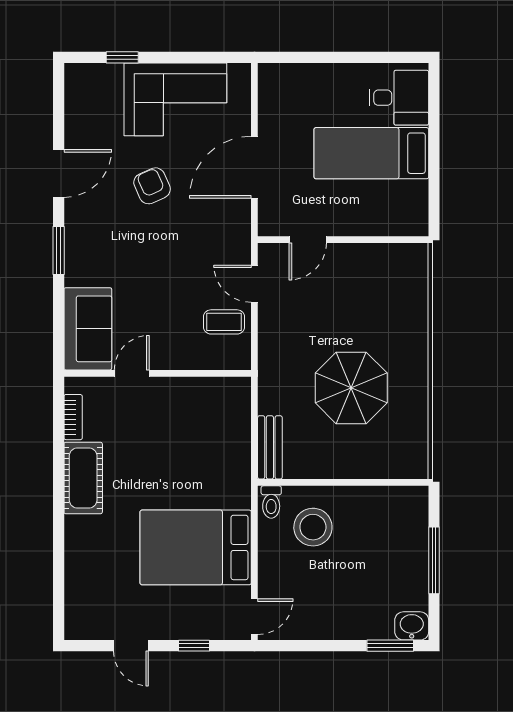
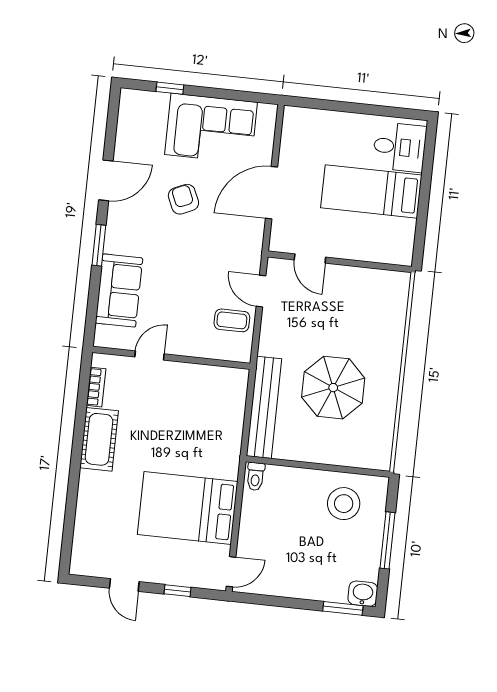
door: (308, 240) -> (310, 259), hinge flipped
sofa: (88, 329) -> (119, 291), moved
bench: (270, 447) -> (264, 407), width x1.86, depth x1.21
stool: (313, 527) -> (344, 504), moved

